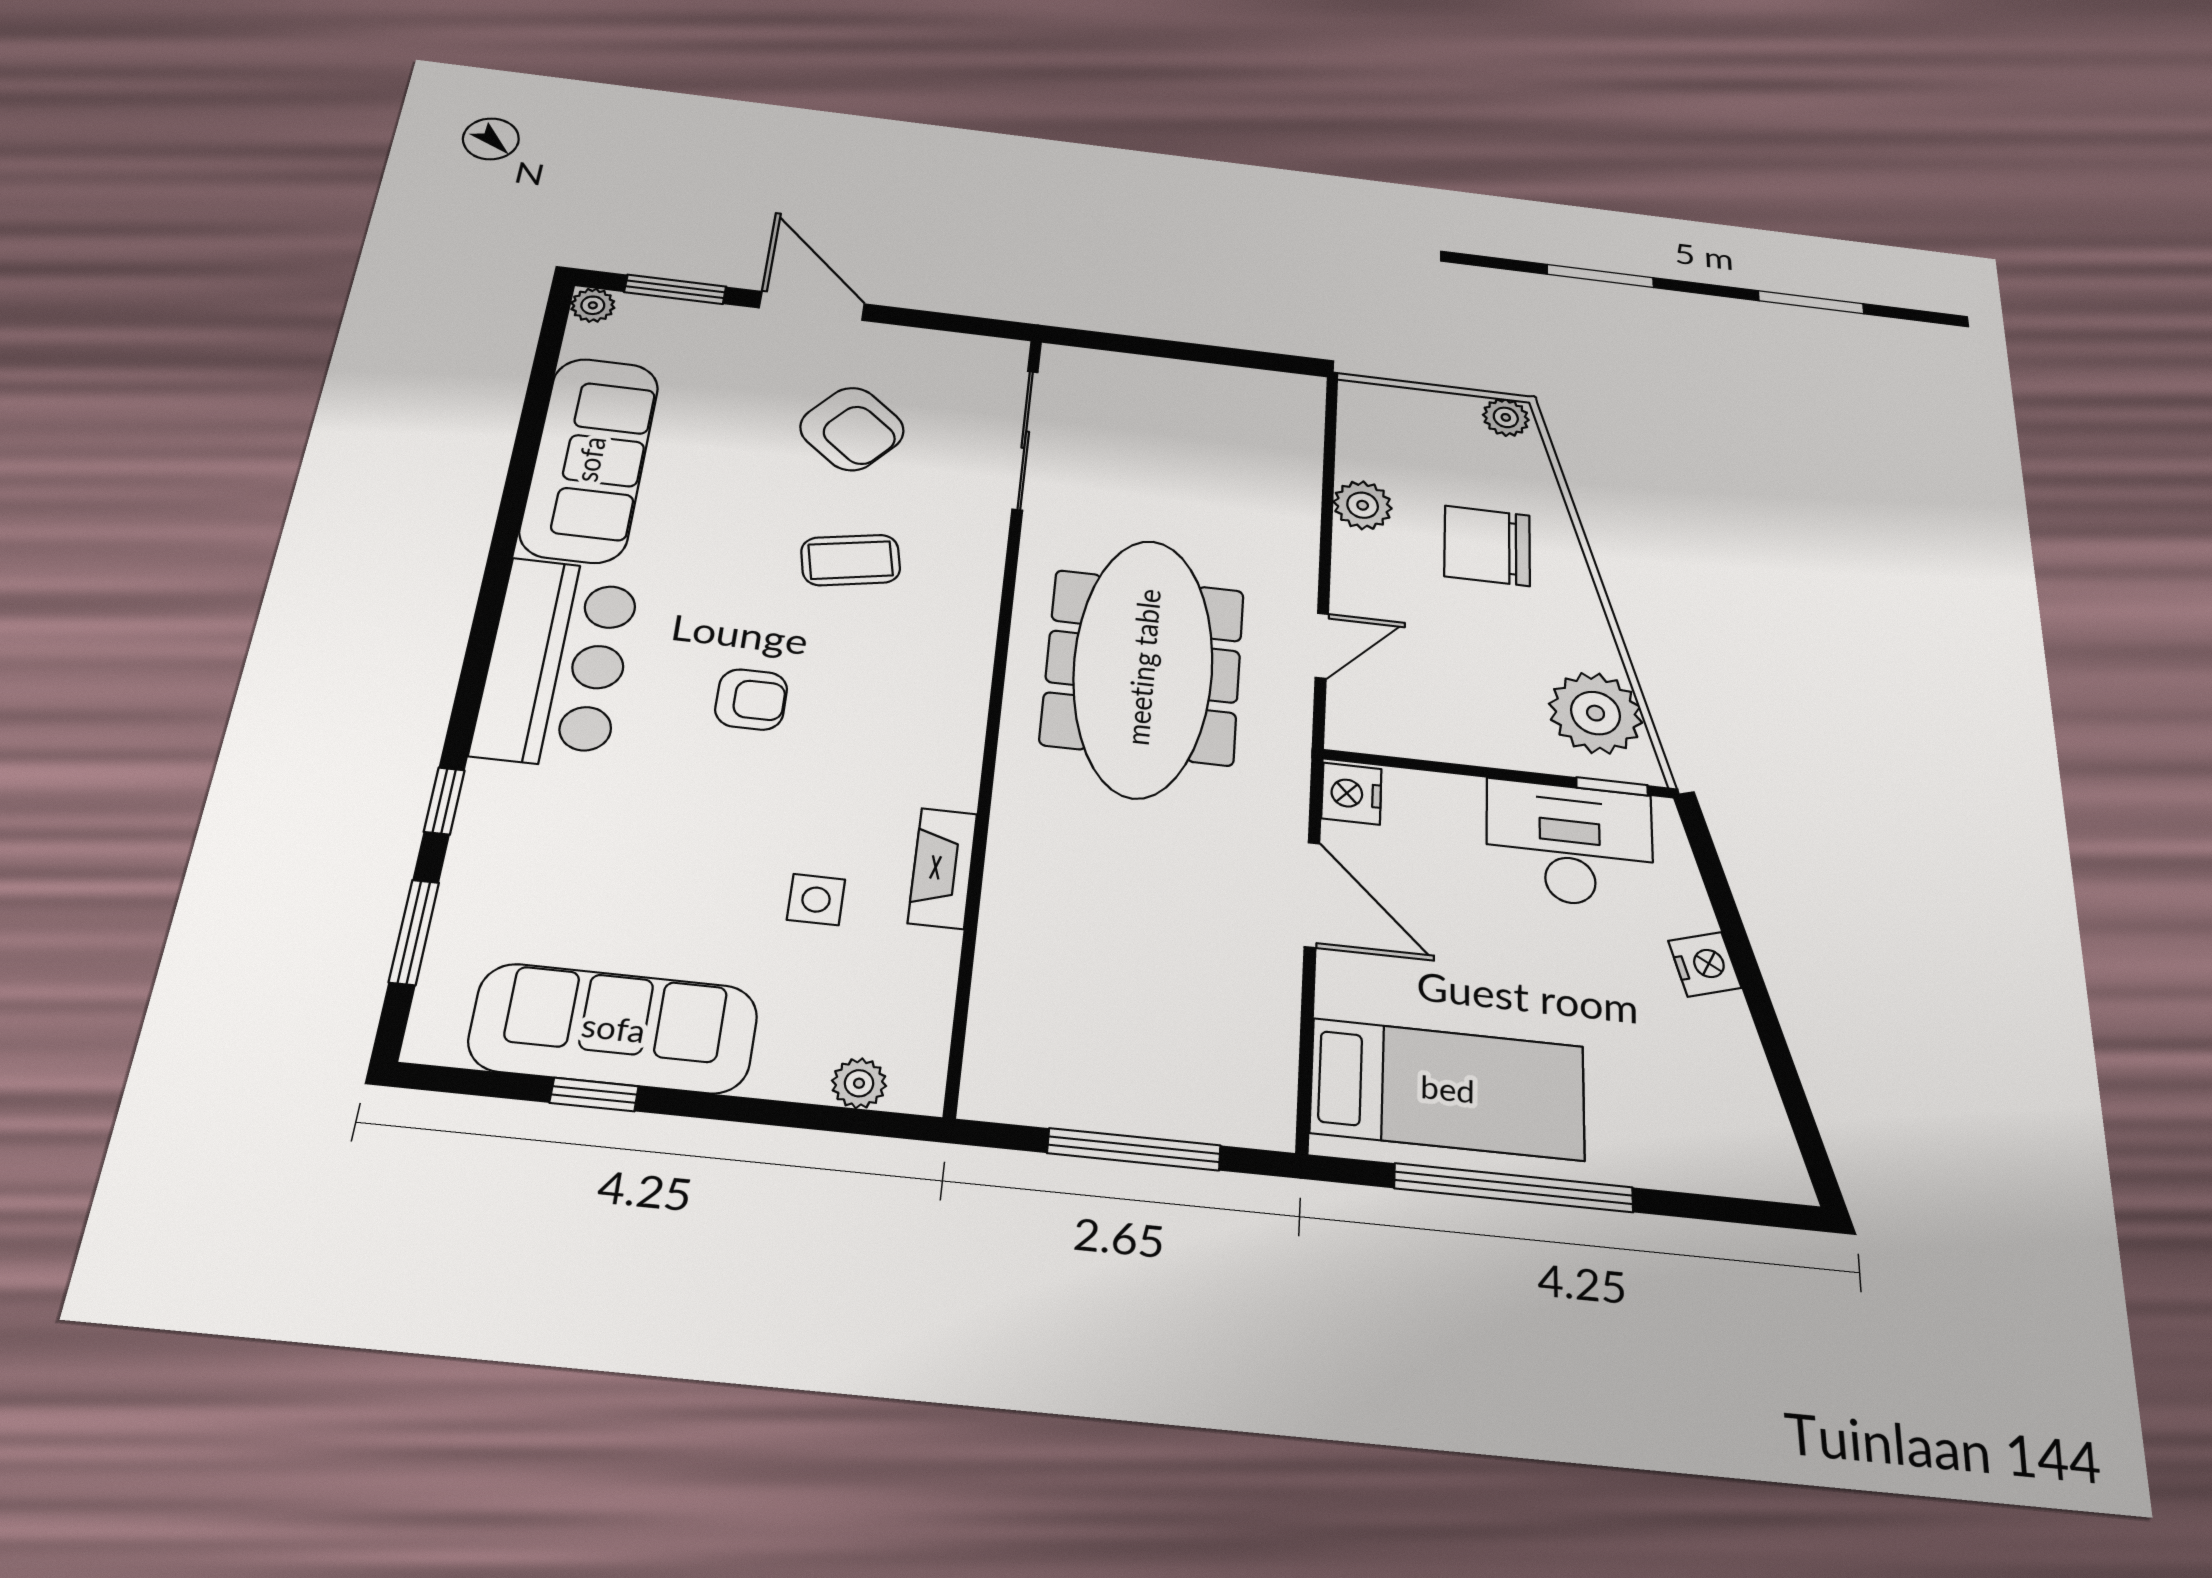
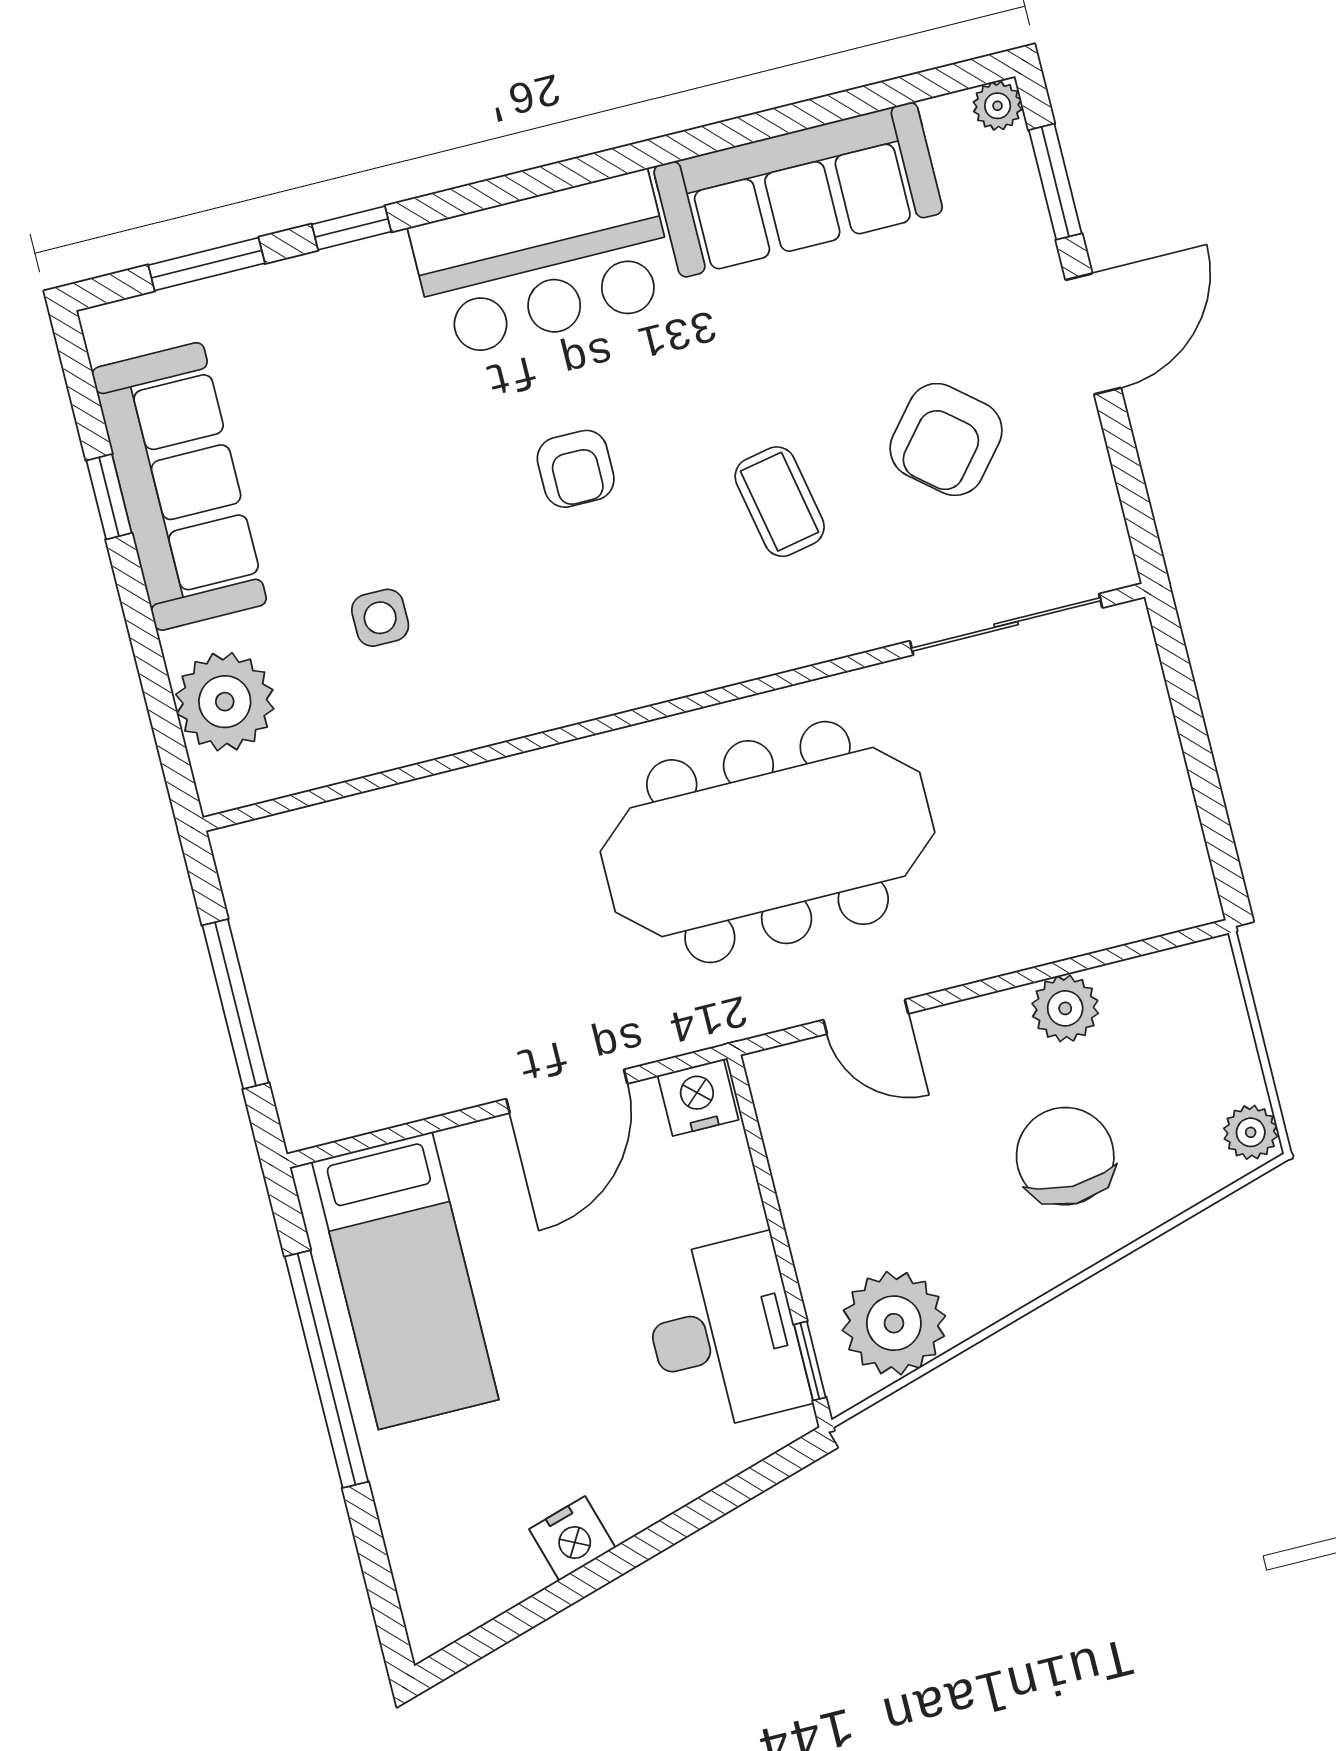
fireplace: (943, 868) -> (459, 724), removed
nightstand: (1705, 964) -> (572, 1538), moved
plant: (859, 1083) -> (225, 702), width x1.88, depth x1.88

